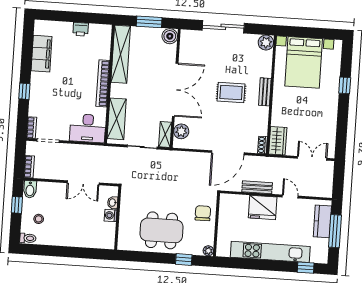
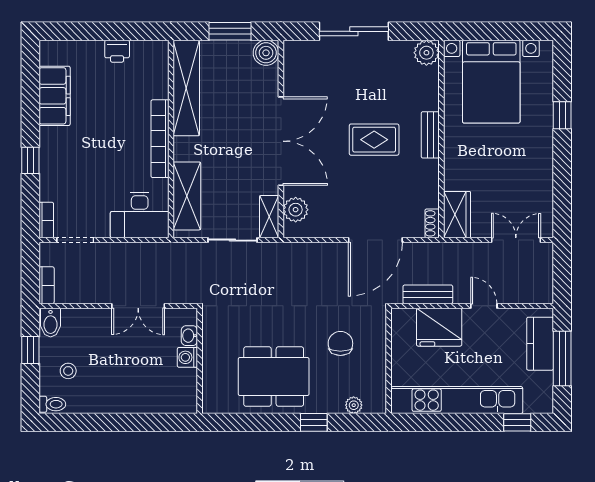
wall: (216, 225) -> (389, 361), moved

